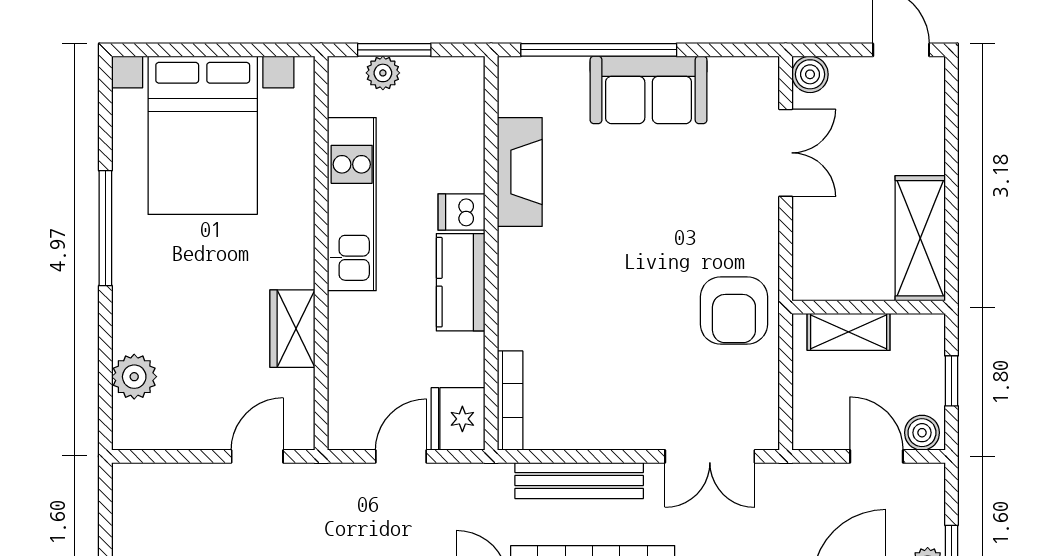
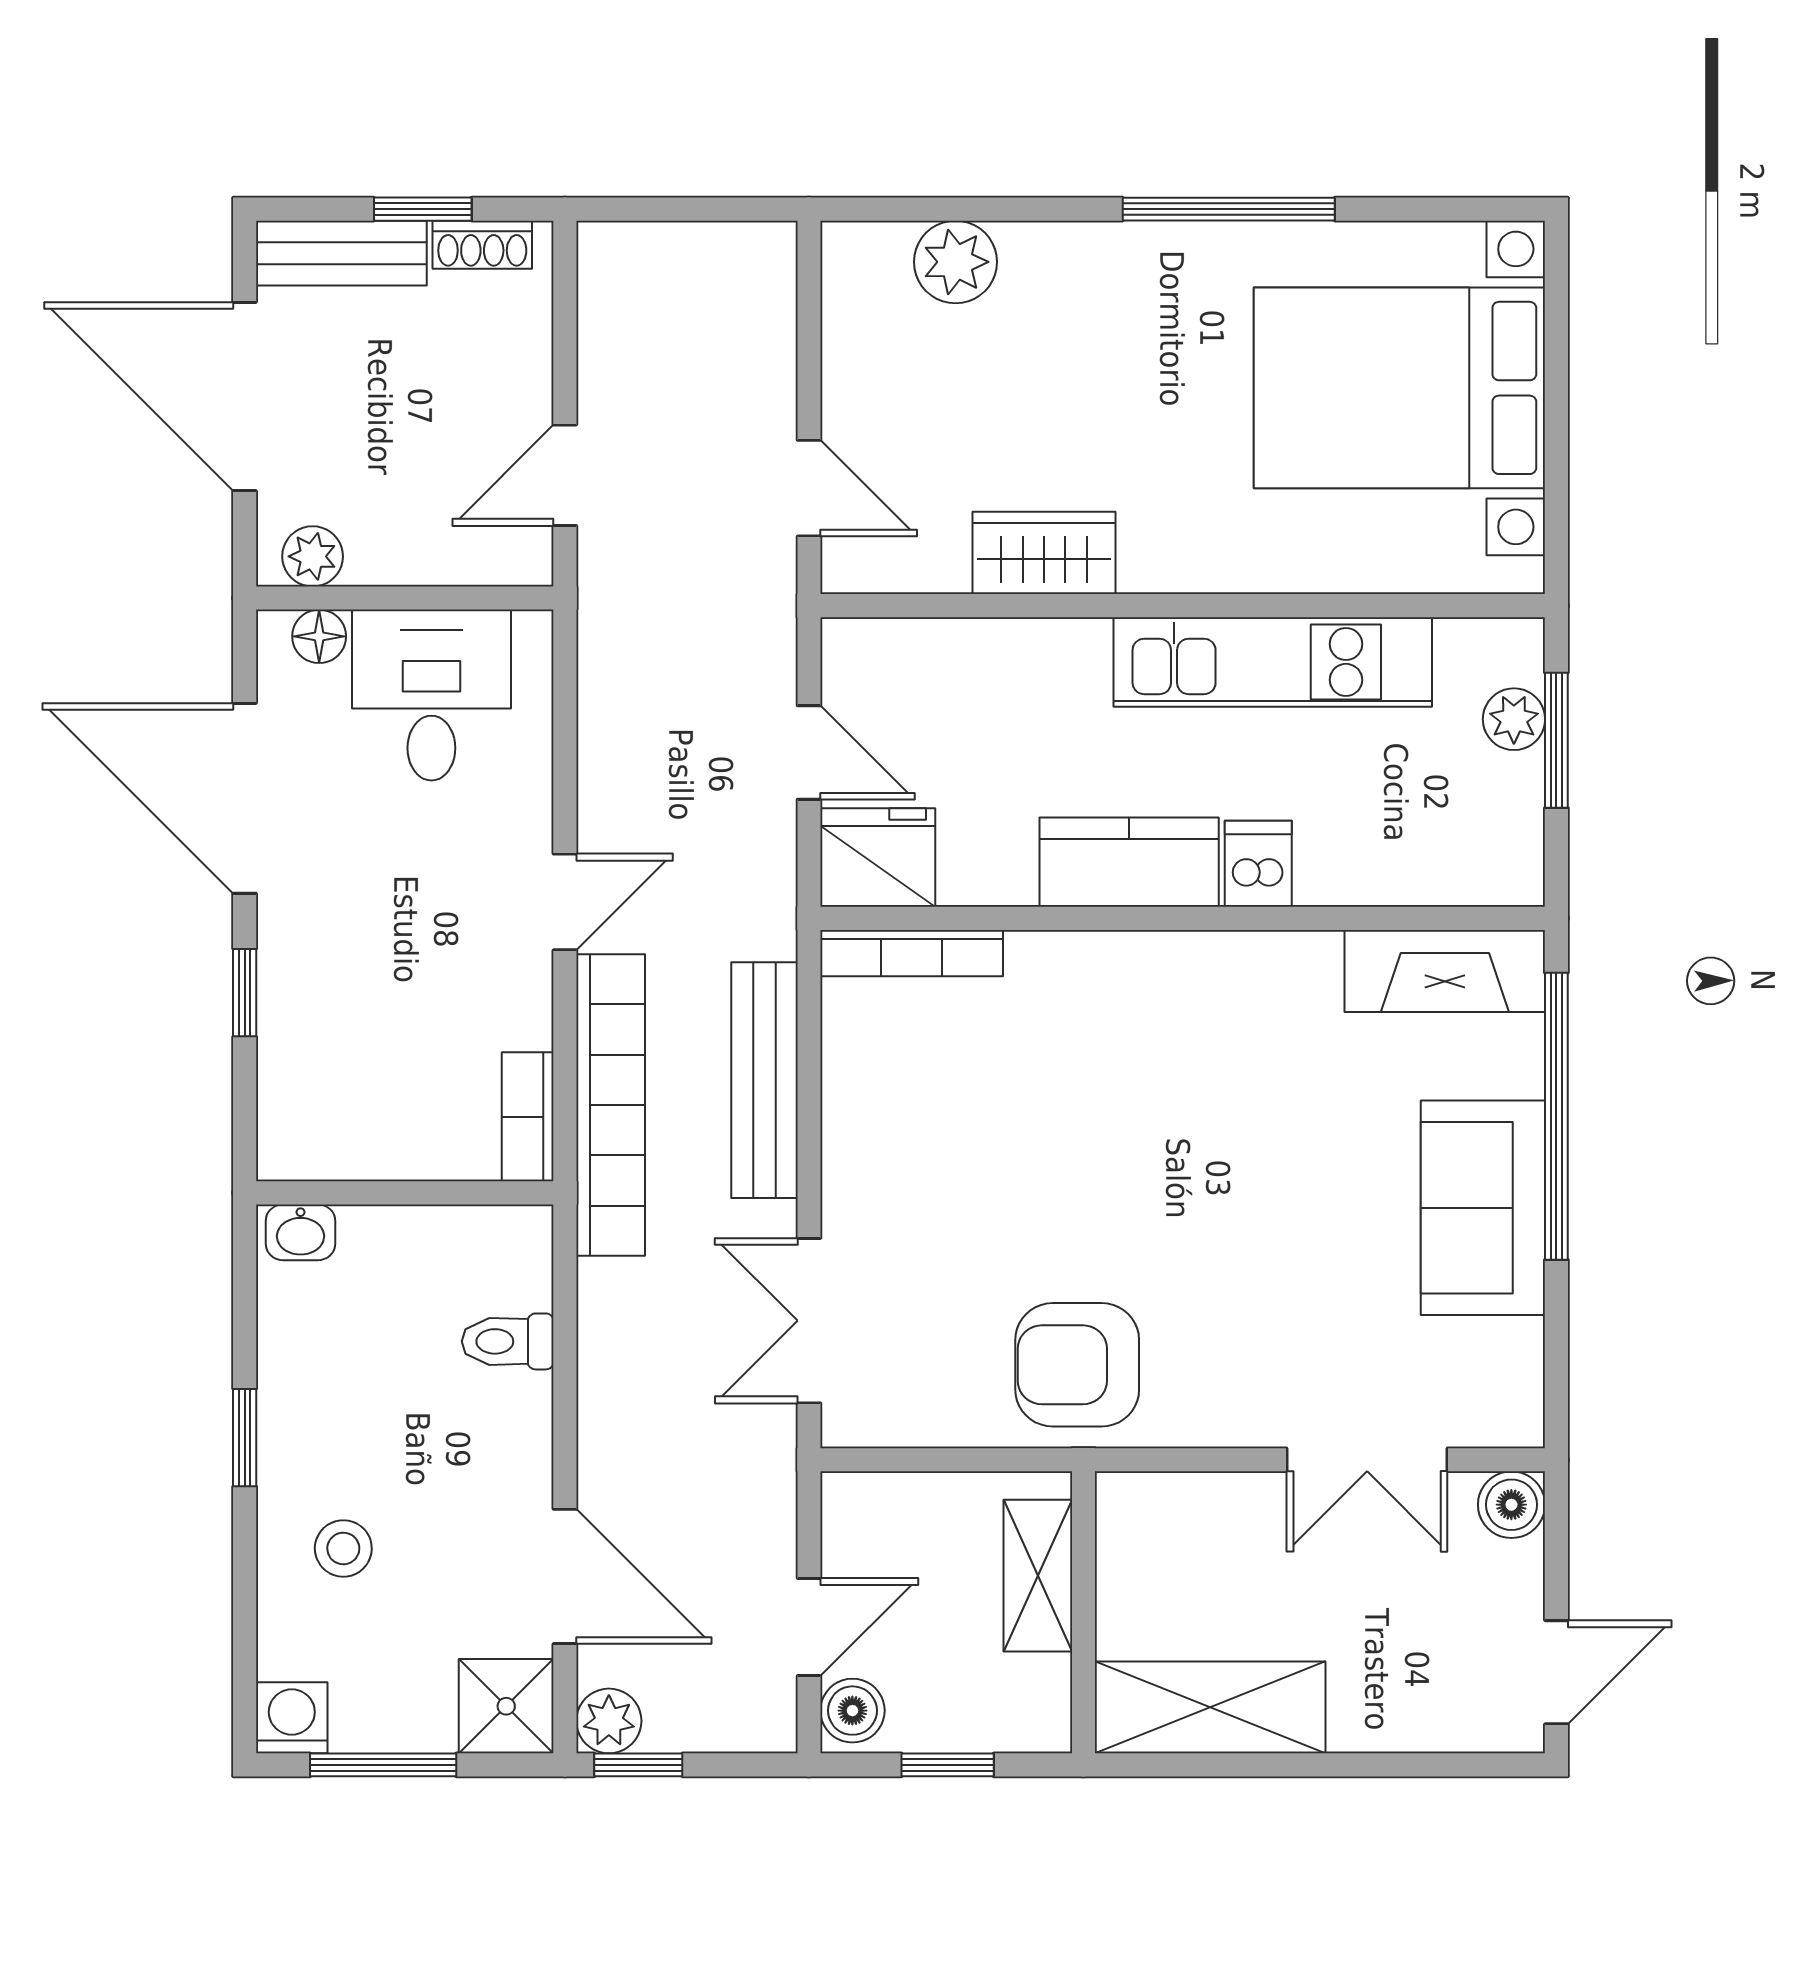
fireplace: (520, 172) -> (1445, 971), moved

